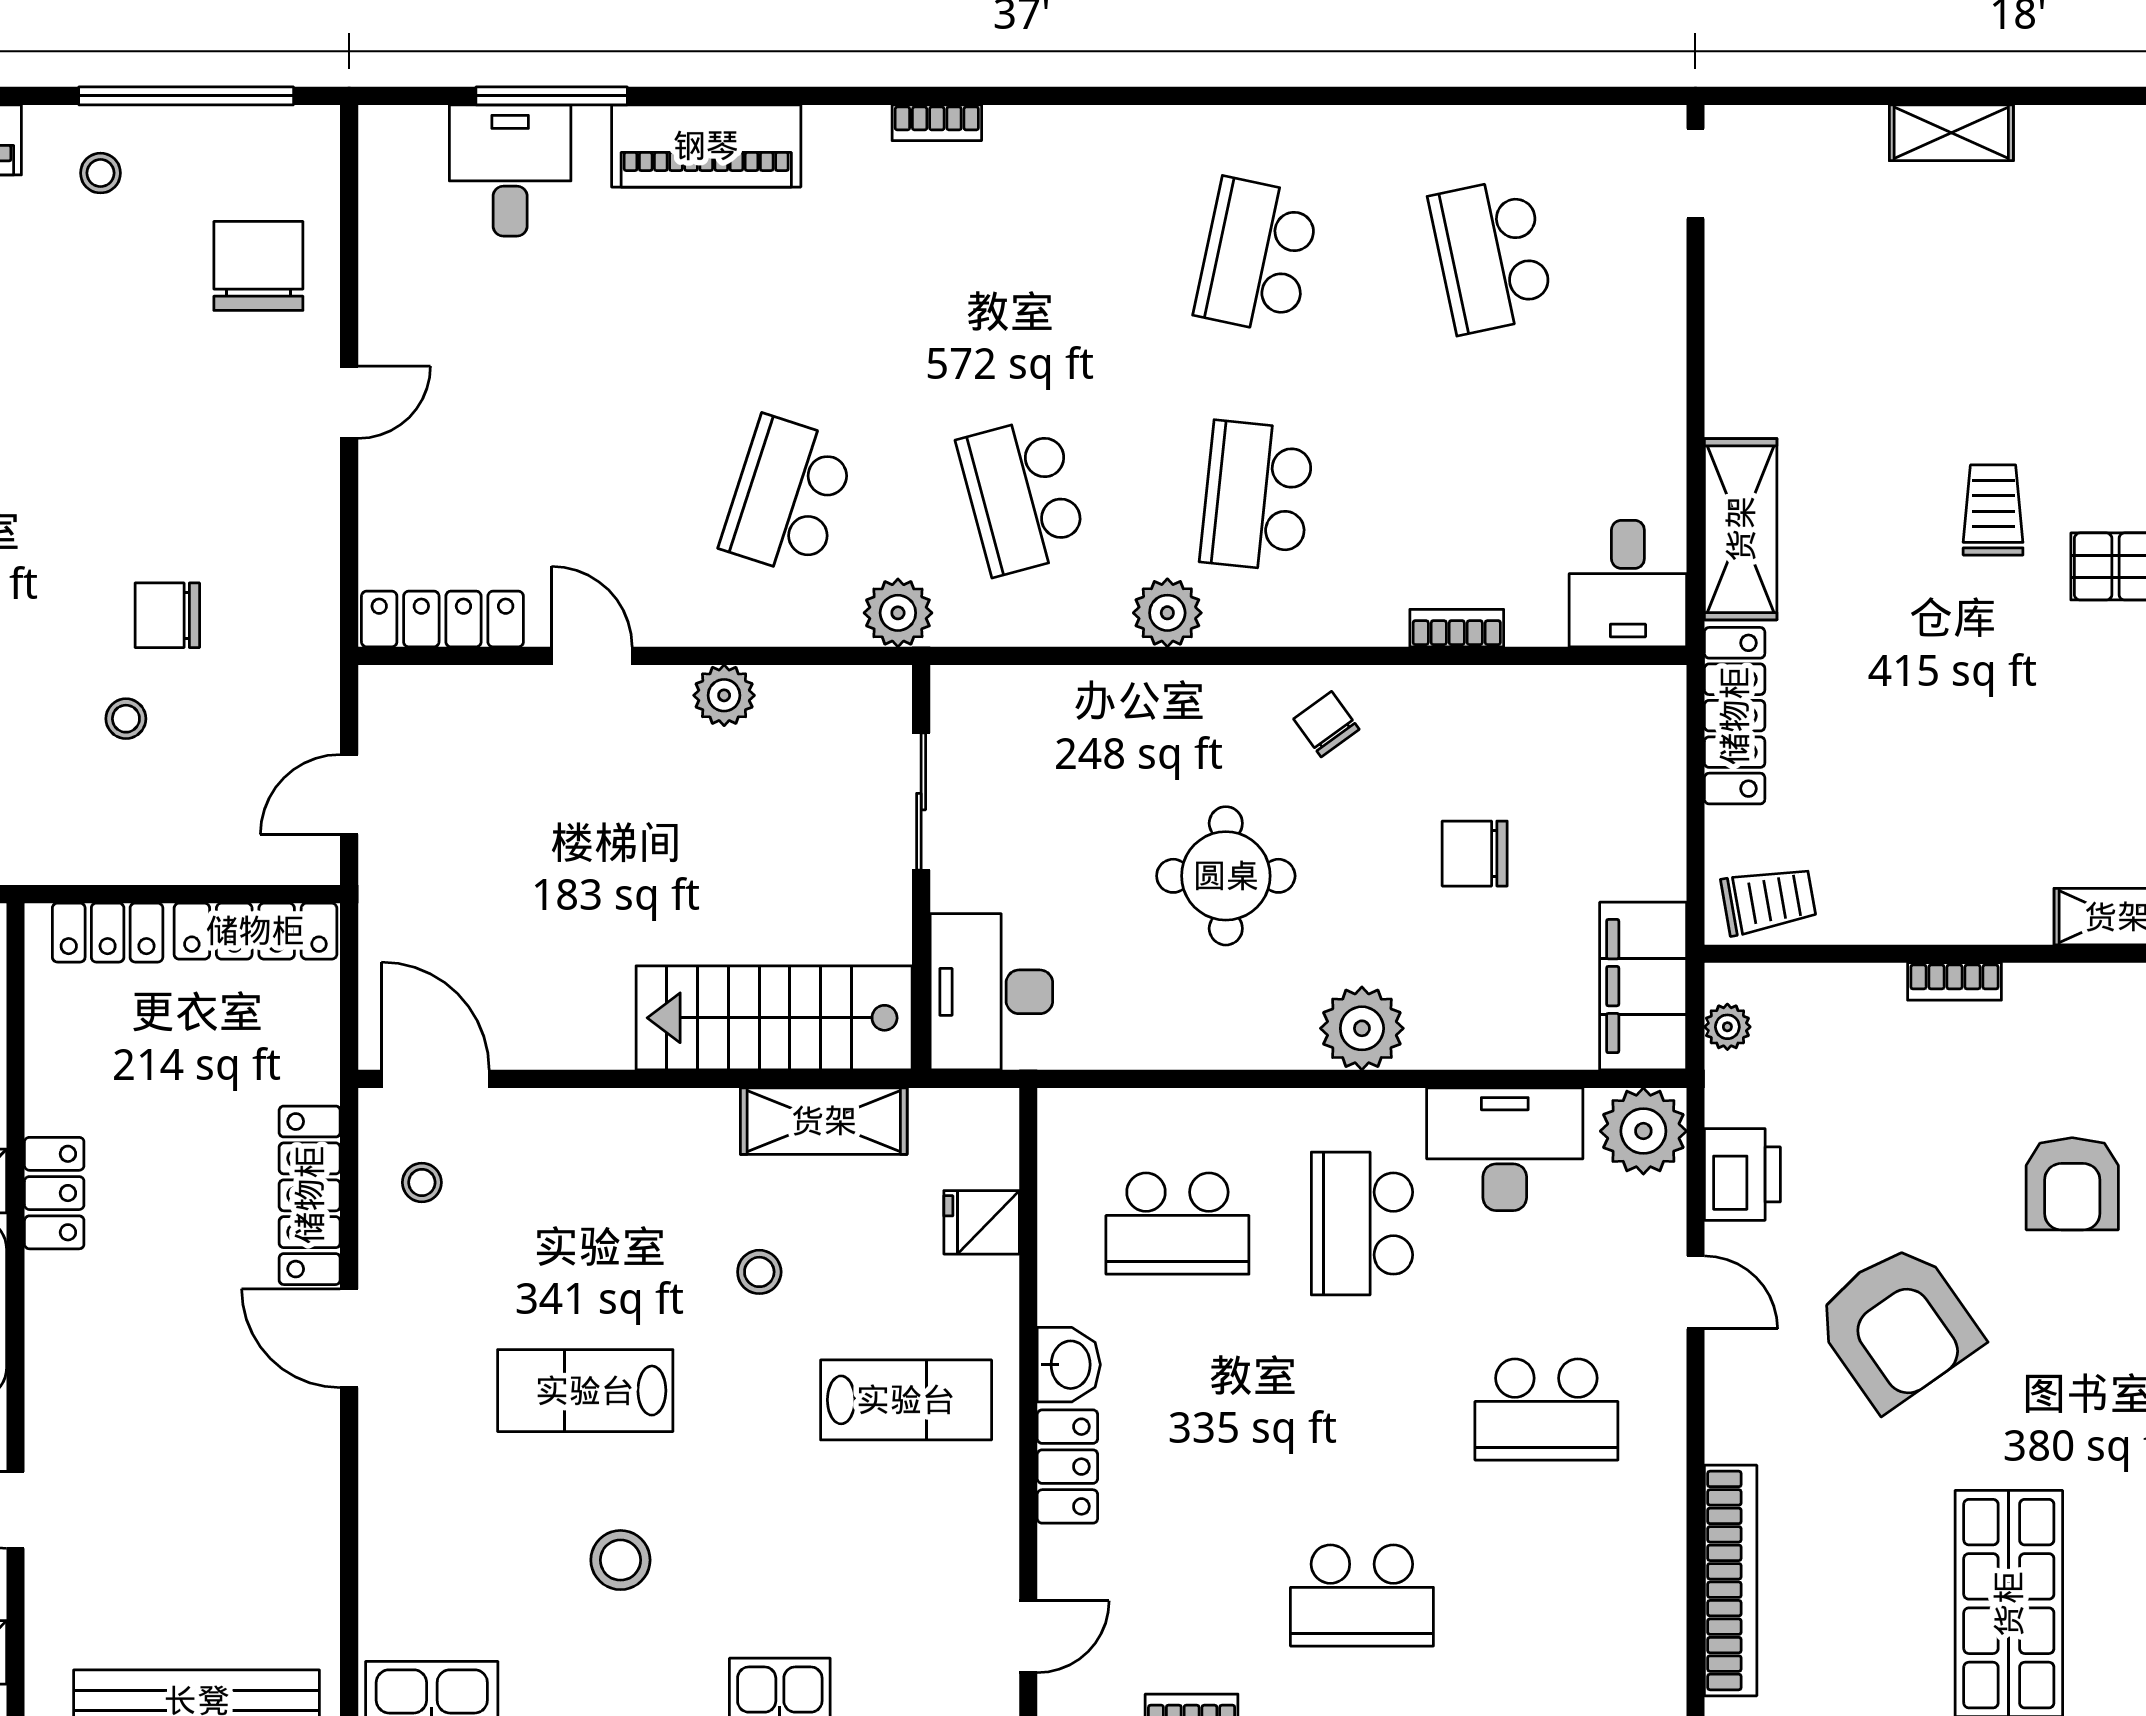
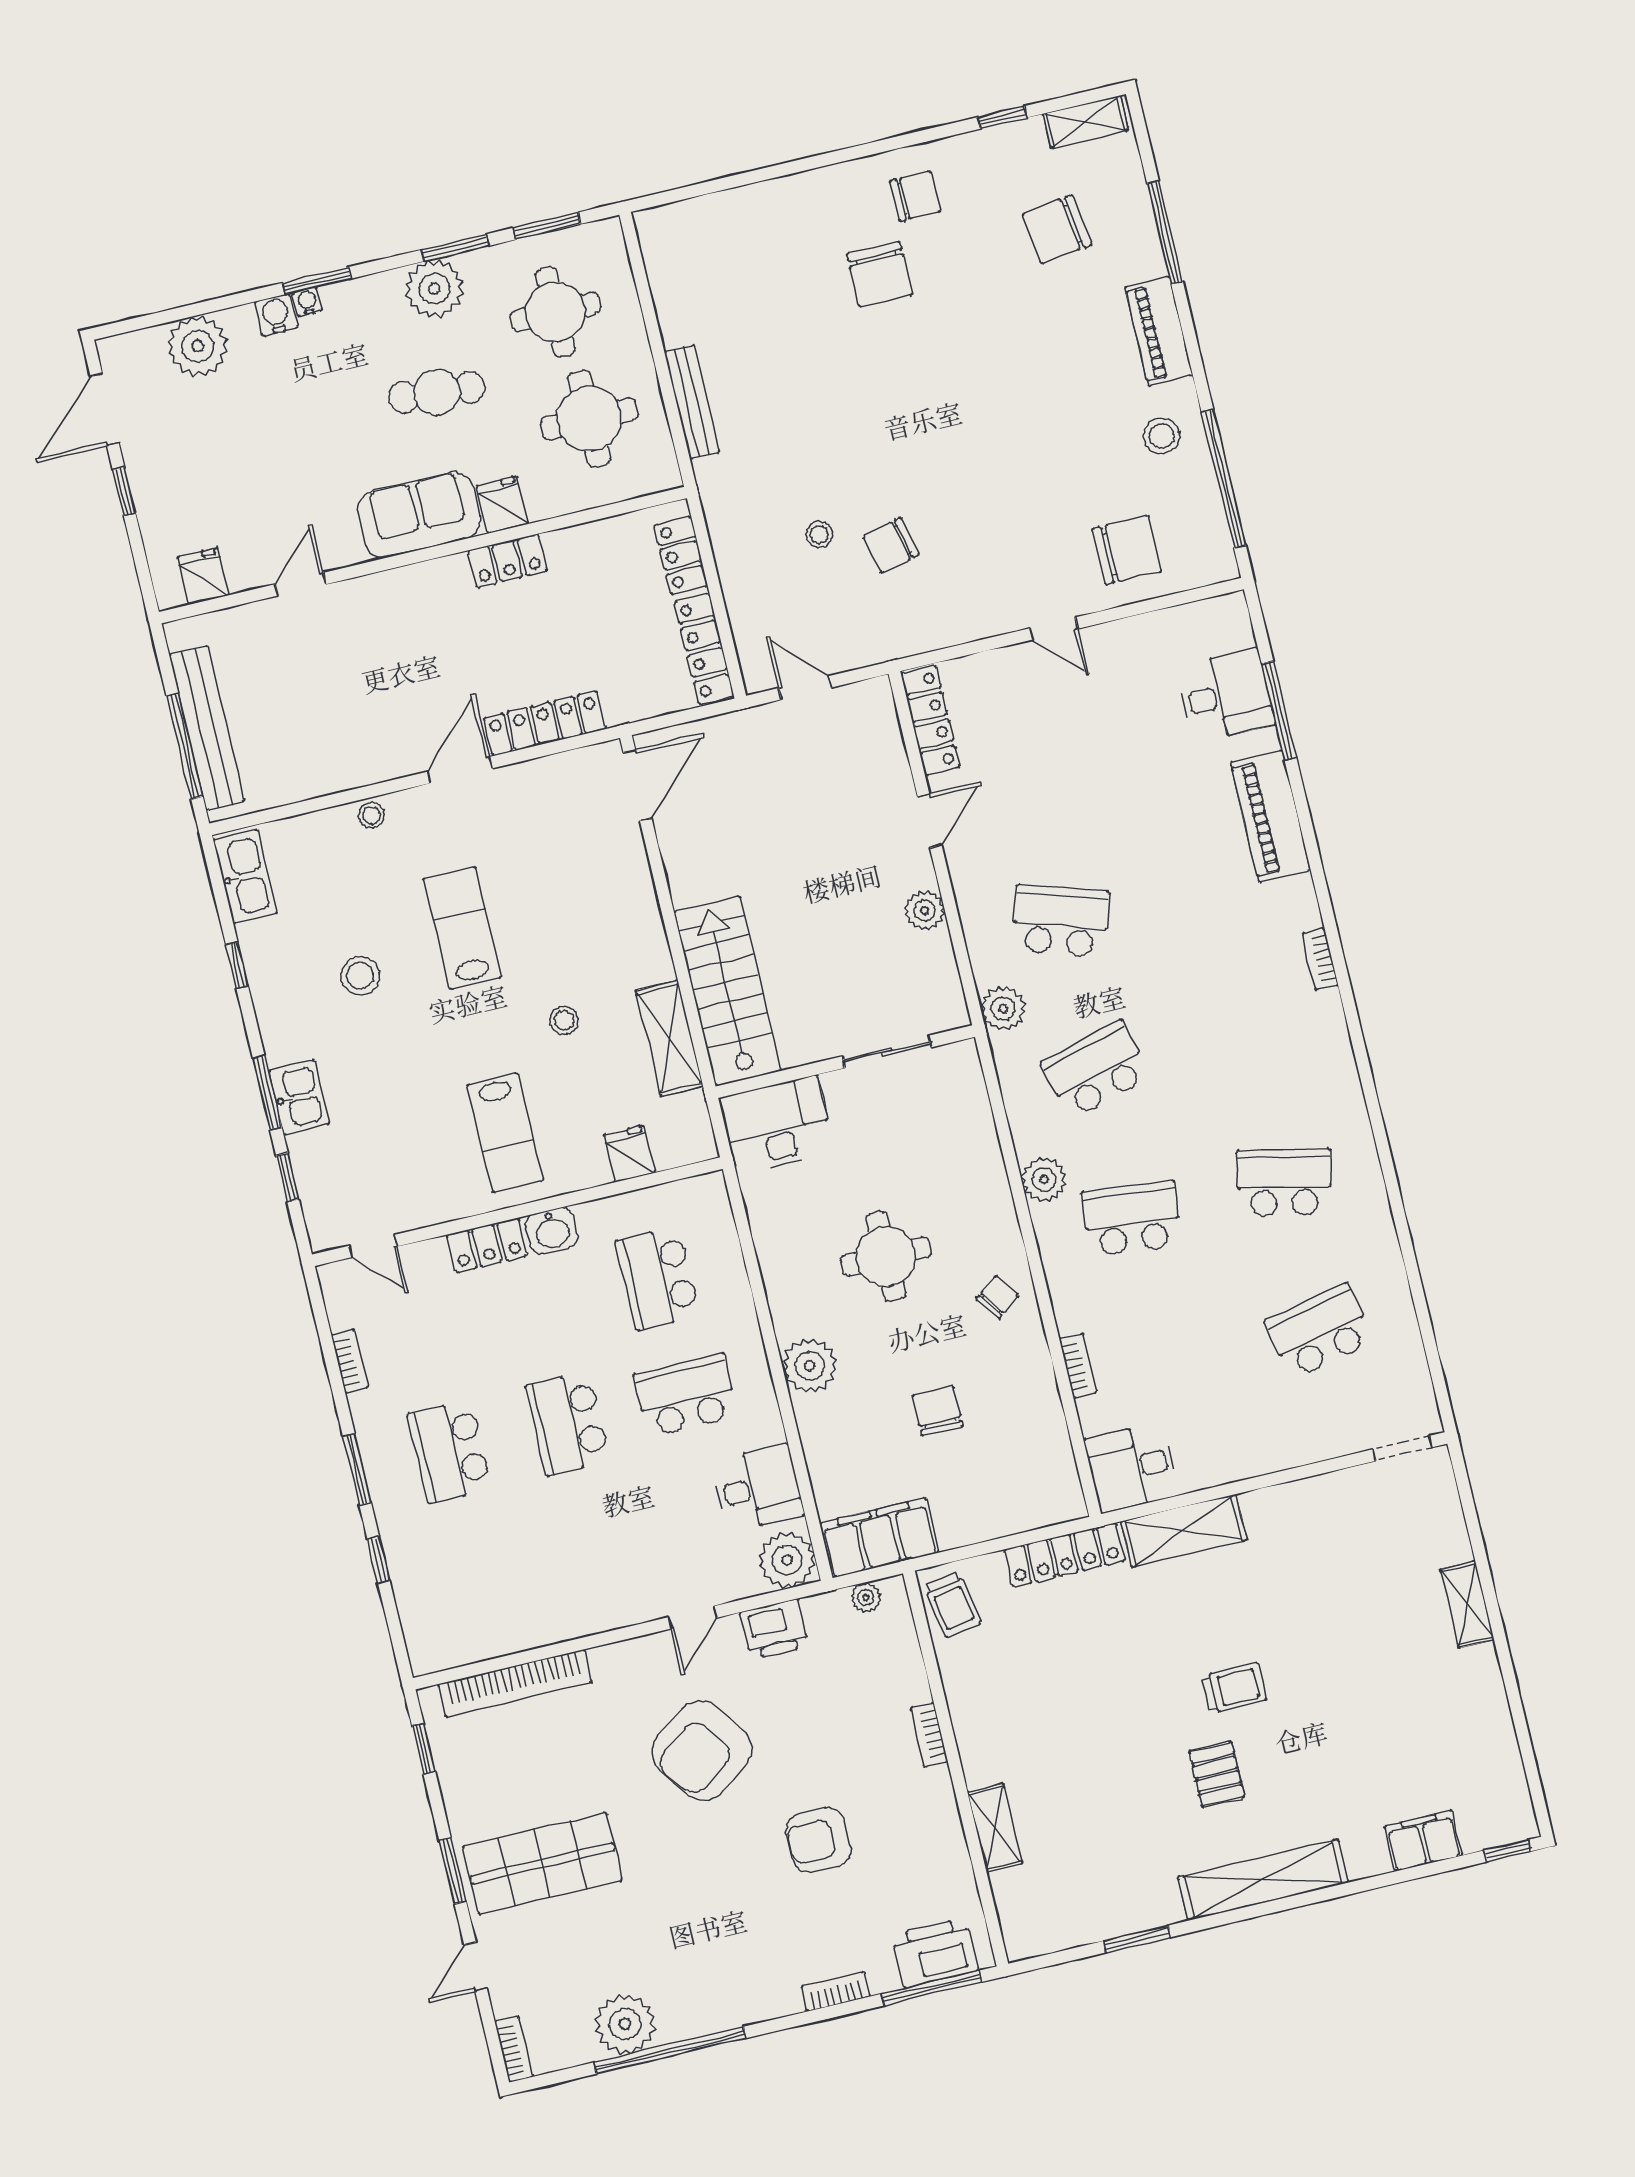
stool: (101, 173) -> (1162, 436), width x1.37, depth x1.37
chair: (167, 615) -> (891, 545), turned -103
desk: (1505, 1149) -> (758, 1488), width x0.73
stool: (422, 1182) -> (371, 815), moved
school desk: (1546, 1409) -> (568, 1423), moved

